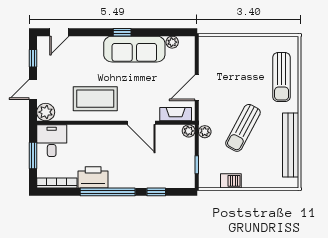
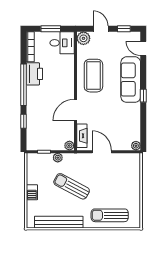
plant: (172, 42) -> (136, 146), moved
sofa: (134, 49) -> (131, 80), moved
plant: (205, 132) -> (58, 158), moved
barbecue: (231, 181) -> (32, 192), moved

